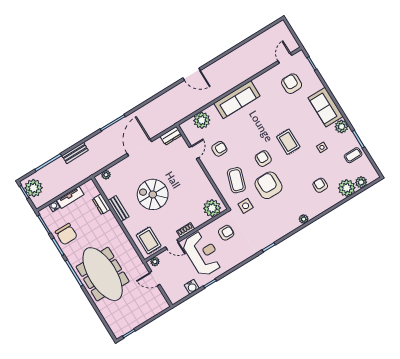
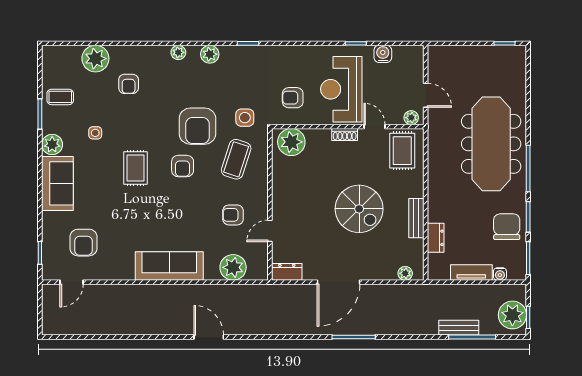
bench: (75, 153) -> (459, 328), moved
plant: (361, 182) -> (210, 54), moved

